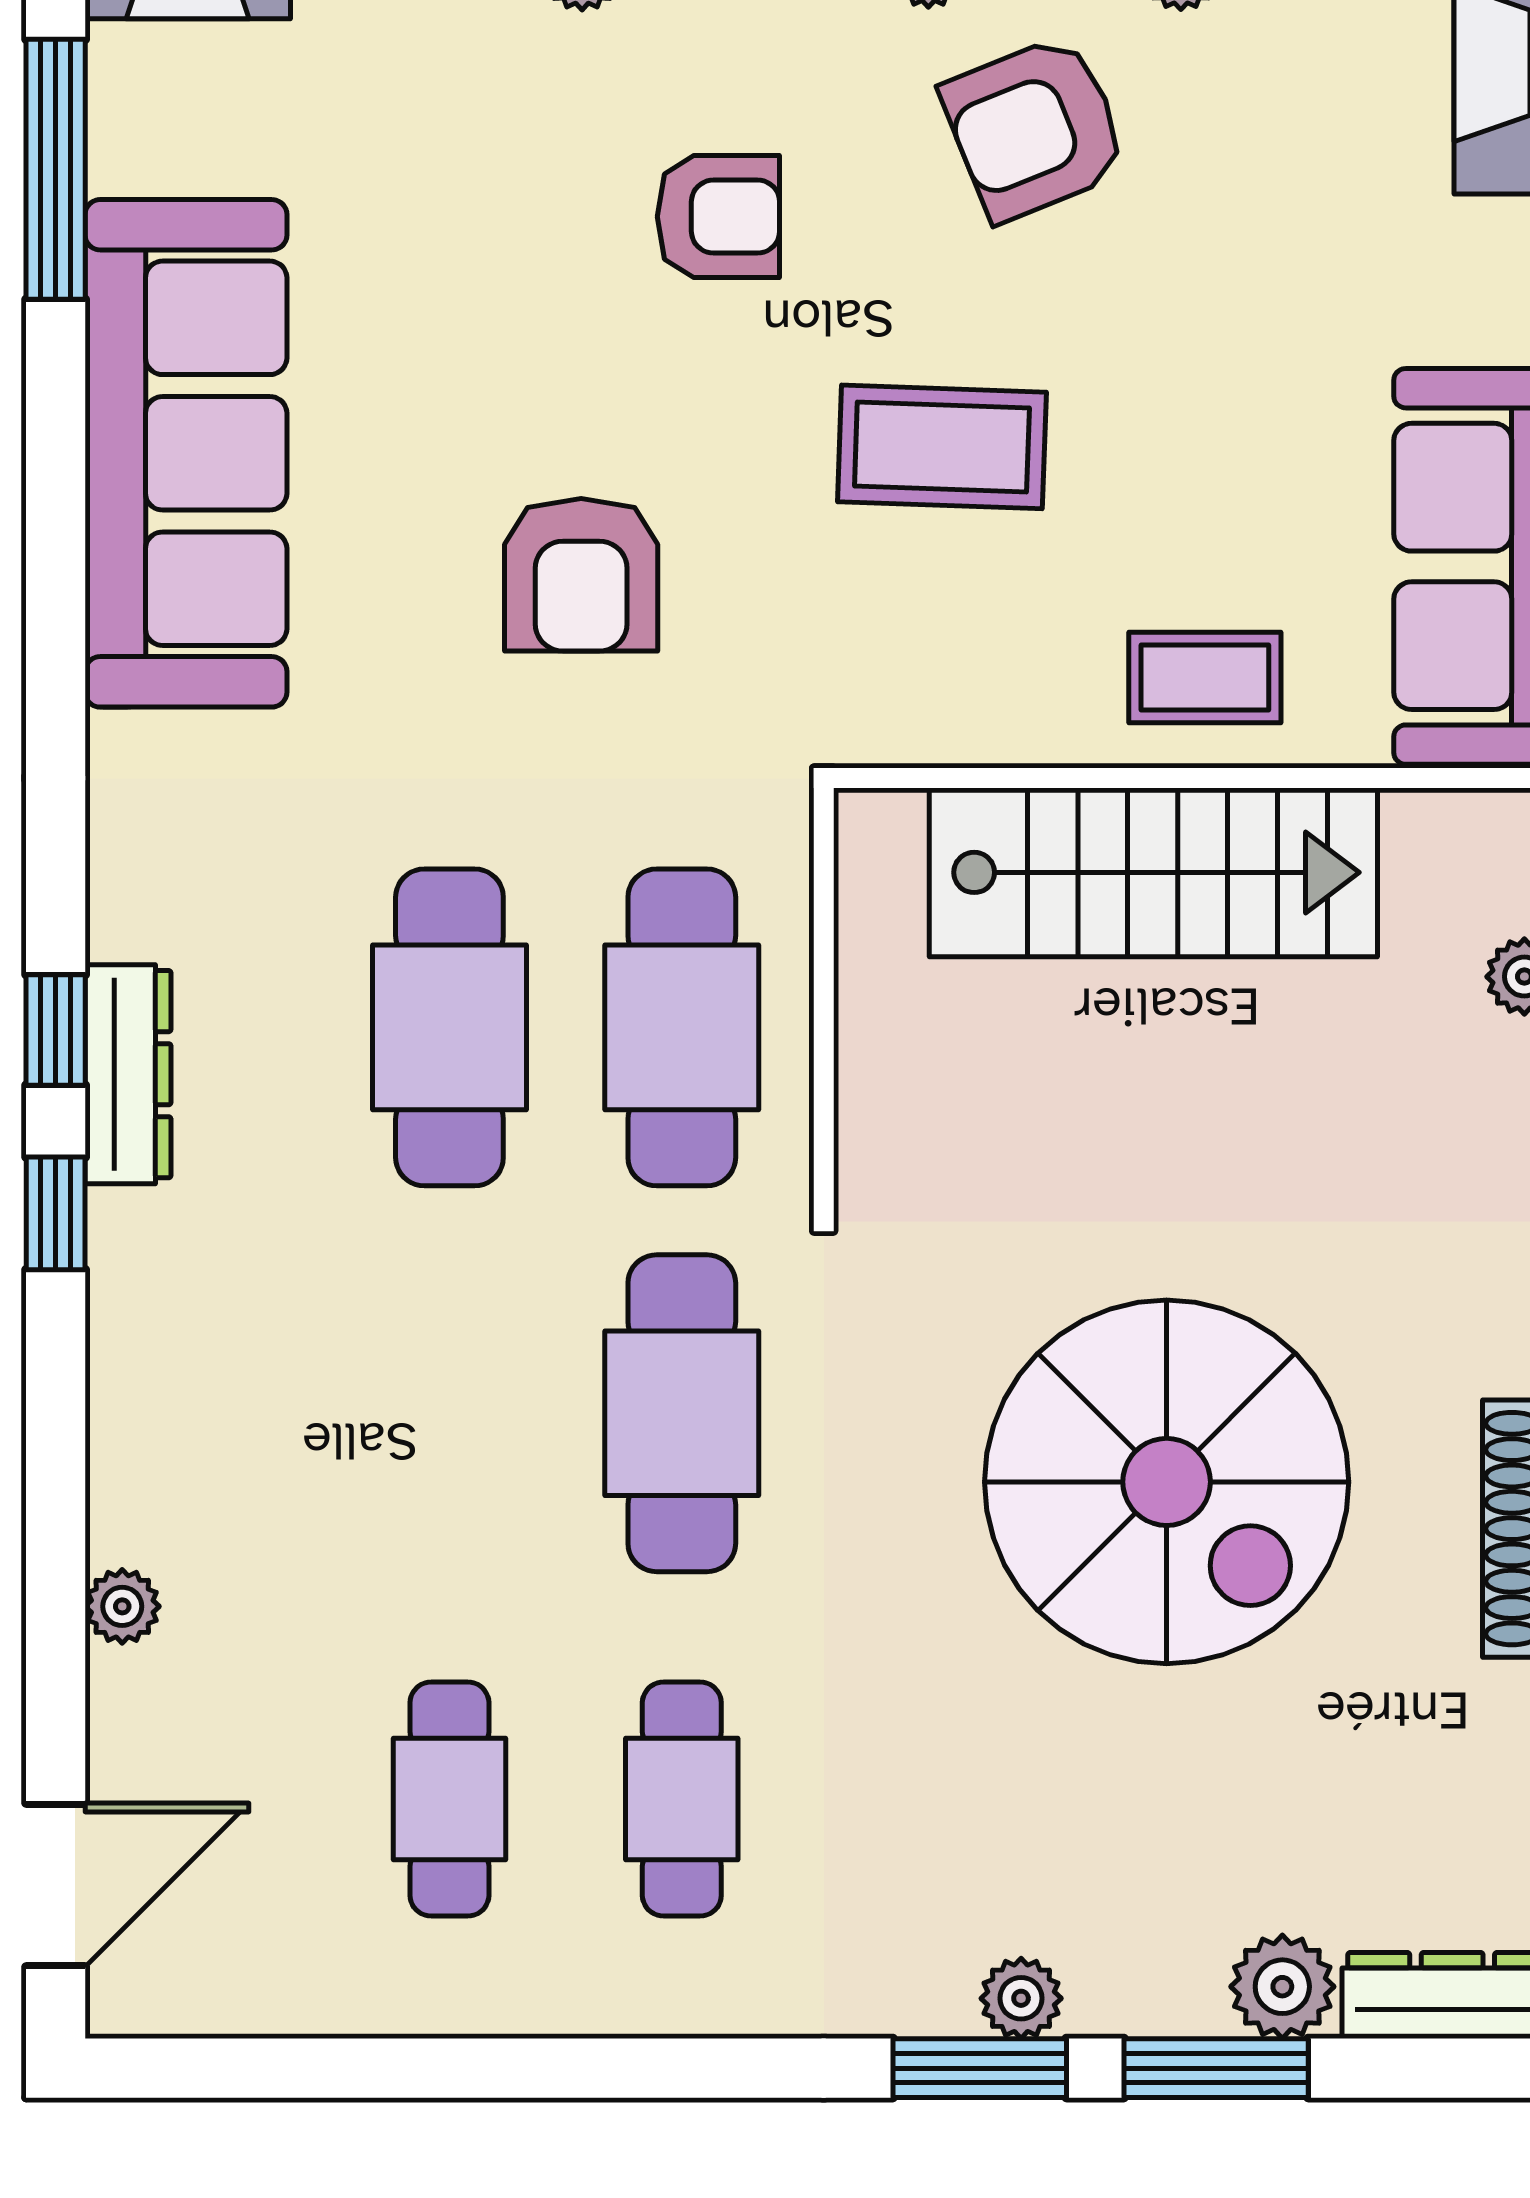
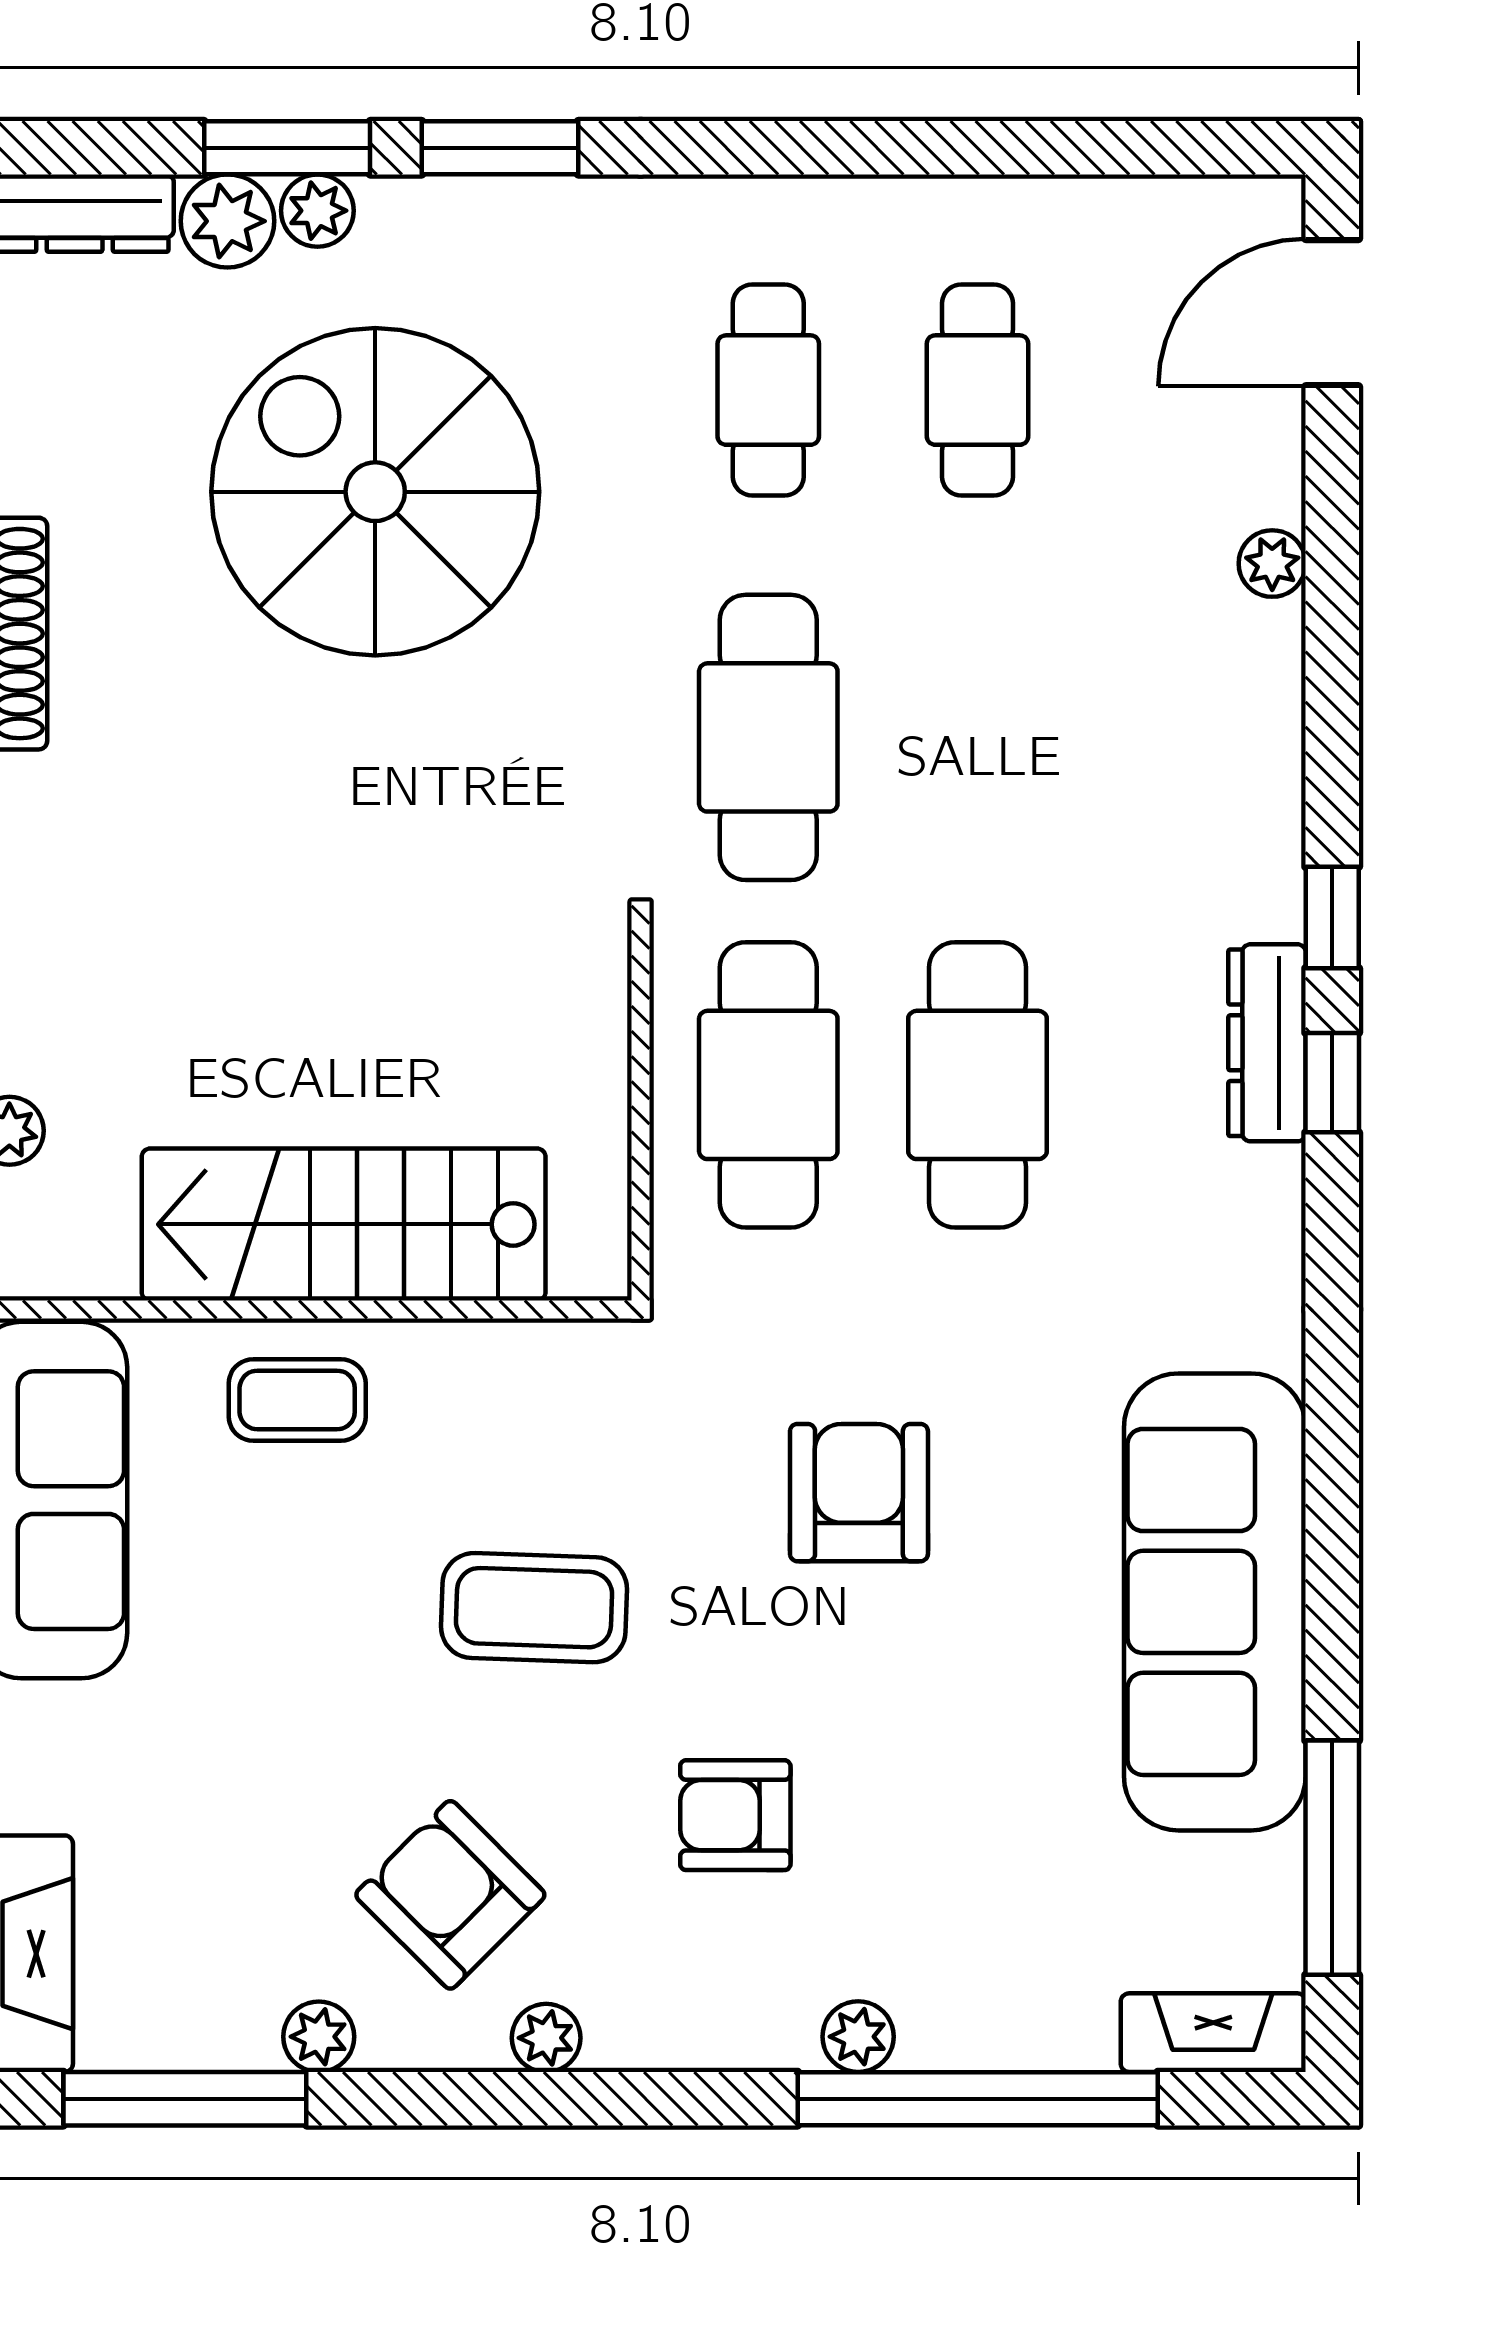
armchair: (1035, 128) -> (450, 1895), turned -113
spiral stairs: (1167, 1482) -> (375, 492), moved
plant: (1021, 1998) -> (317, 211), moved

